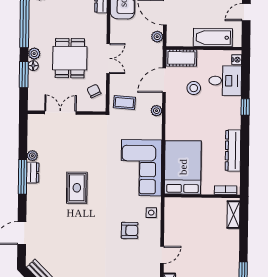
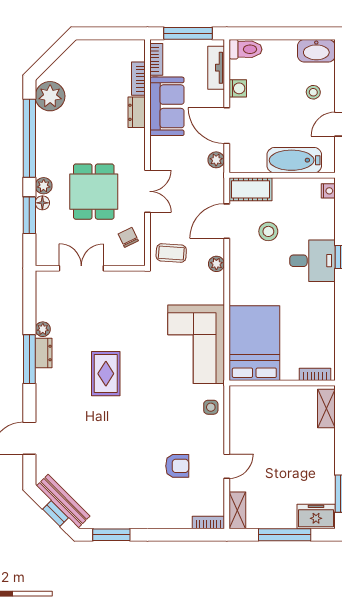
desk: (225, 81) -> (312, 261), moved
dresser: (233, 151) -> (325, 319), removed
armchair: (130, 230) -> (177, 466), moved

